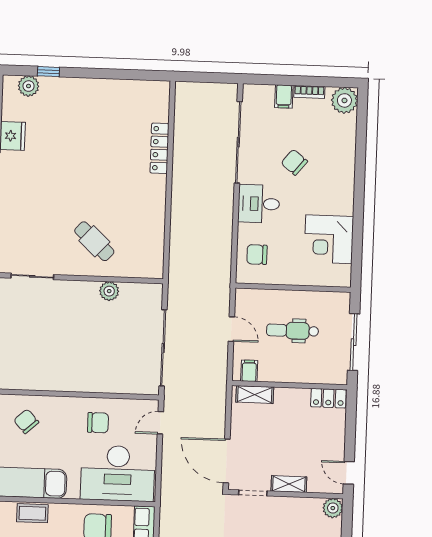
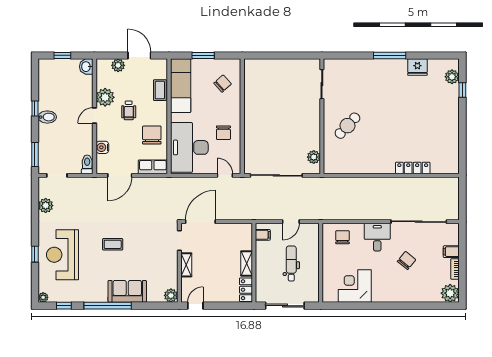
plant: (109, 291) -> (314, 157), moved
shelving: (255, 395) -> (247, 263), moved

